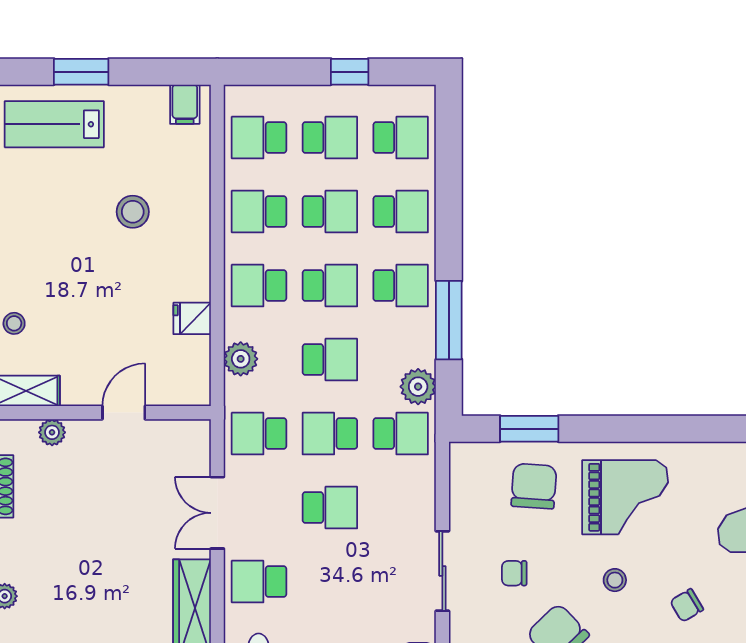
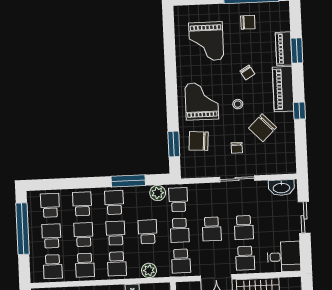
window: (350, 72) -> (22, 229), width x3.17
school desk: (330, 508) -> (212, 229), turned 180
school desk: (330, 582) -> (244, 228), added

